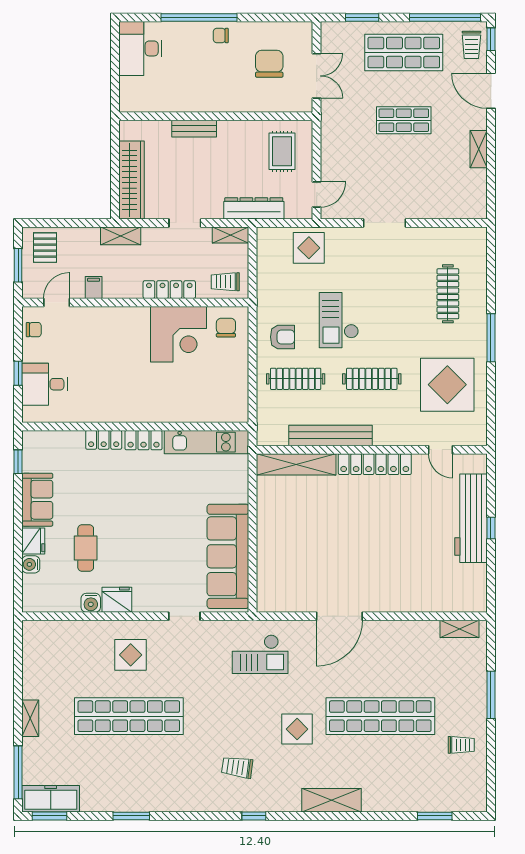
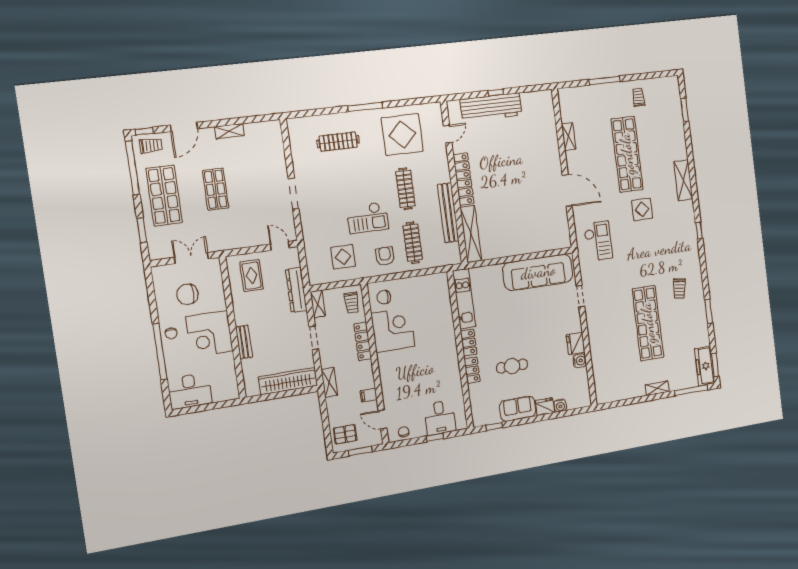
corner desk: (212, 85) -> (209, 334), added
rug: (282, 151) -> (252, 276), turned 90
display table: (309, 248) -> (343, 257), moved
cafe table: (86, 548) -> (512, 366), moved
shelving: (459, 629) -> (569, 137), moved
display table: (131, 655) -> (609, 328), removed
trolley: (237, 767) -> (679, 288), moved

